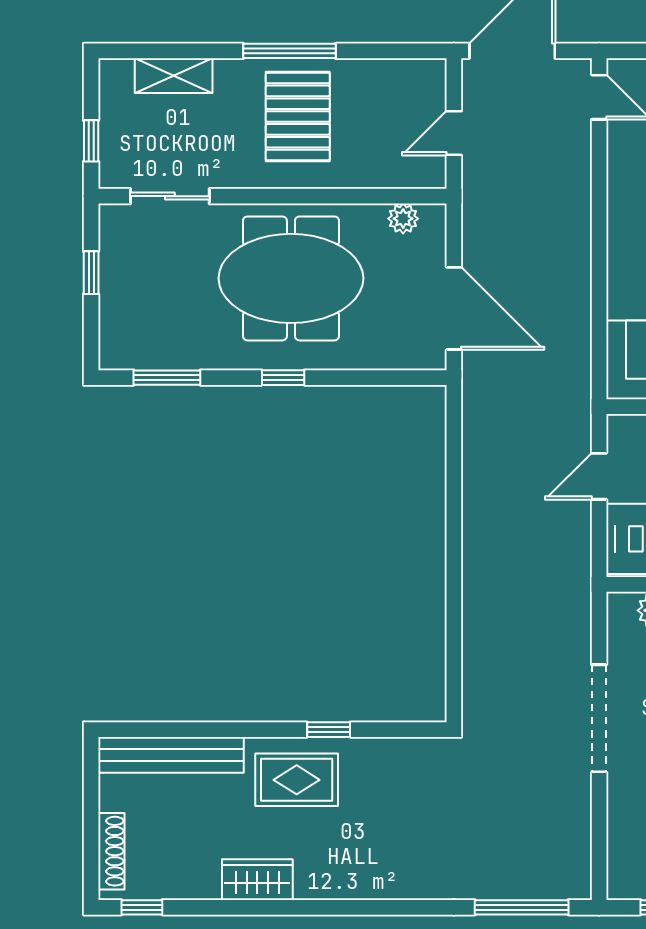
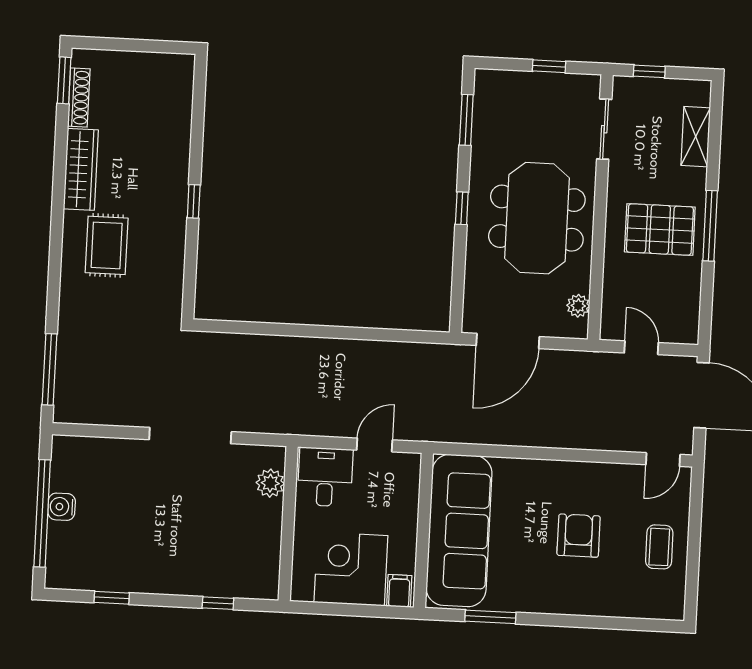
door: (599, 476) -> (375, 445), hinge flipped
window: (329, 730) -> (194, 201), moved
bench: (171, 755) -> (179, 108), removed
rug: (297, 780) -> (107, 245), moved
shoe rack: (111, 851) -> (79, 98), moved, turned -90
wardrobe: (257, 880) -> (81, 169), width x1.50
window: (142, 907) -> (64, 80), width x1.50

